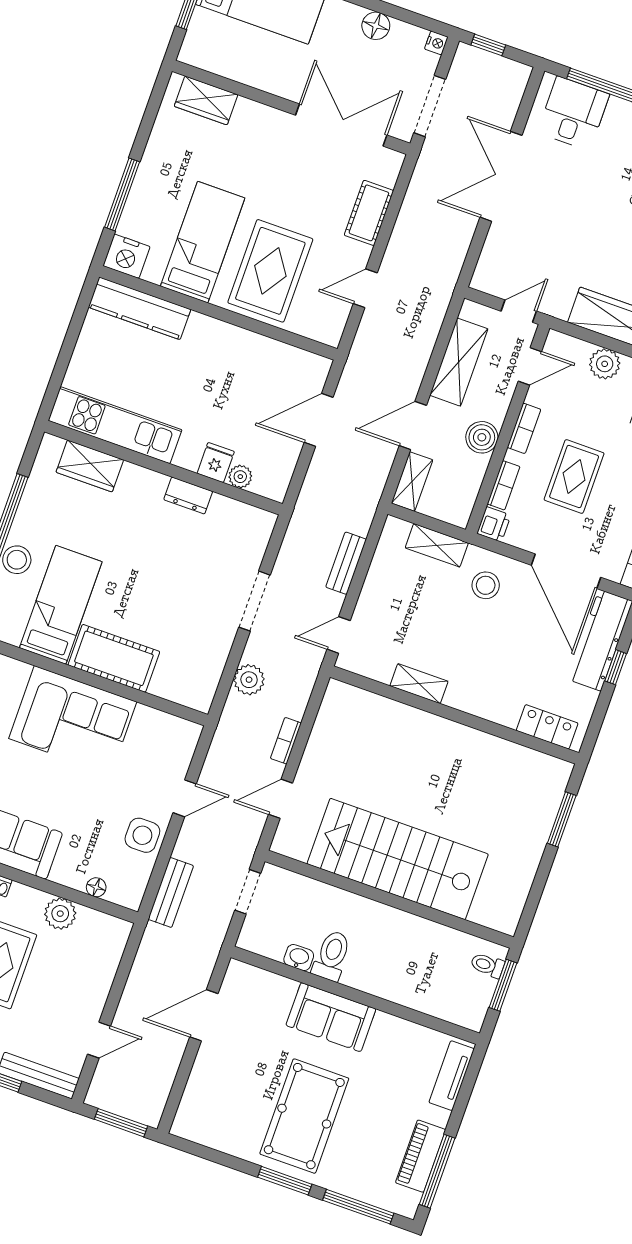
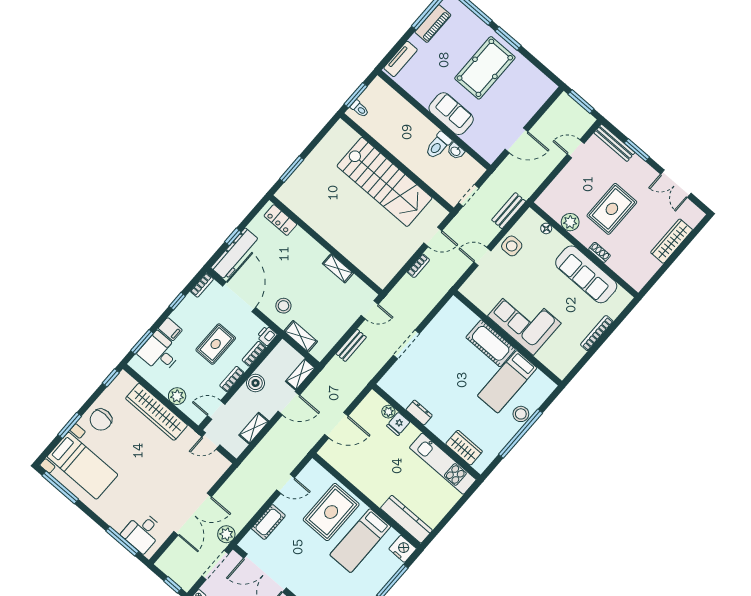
shelving: (459, 362) -> (254, 428), width x0.67, depth x0.75
plant: (249, 680) -> (226, 534), moved

